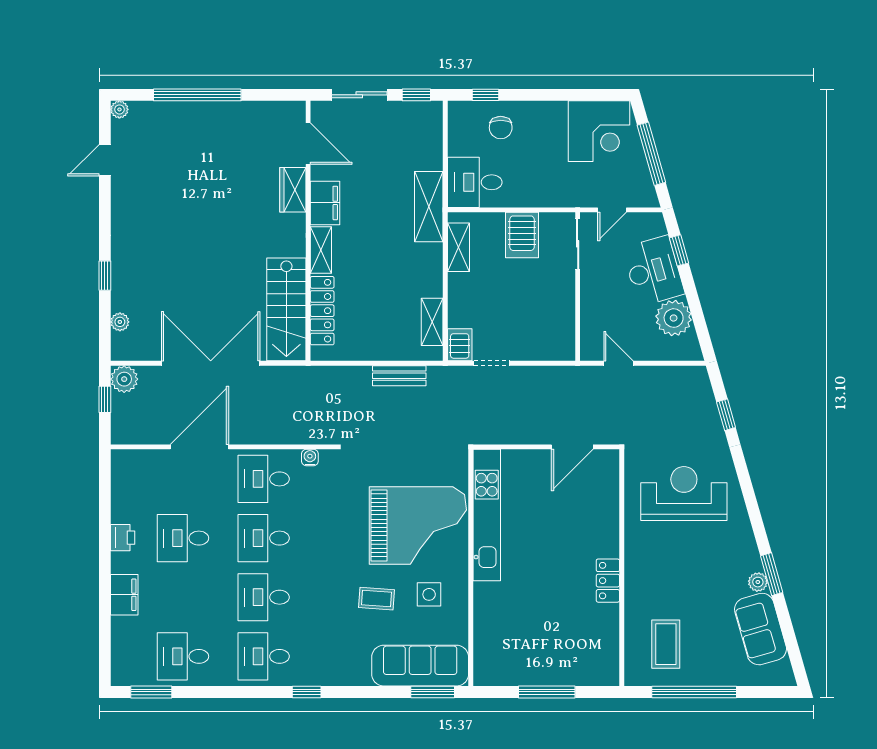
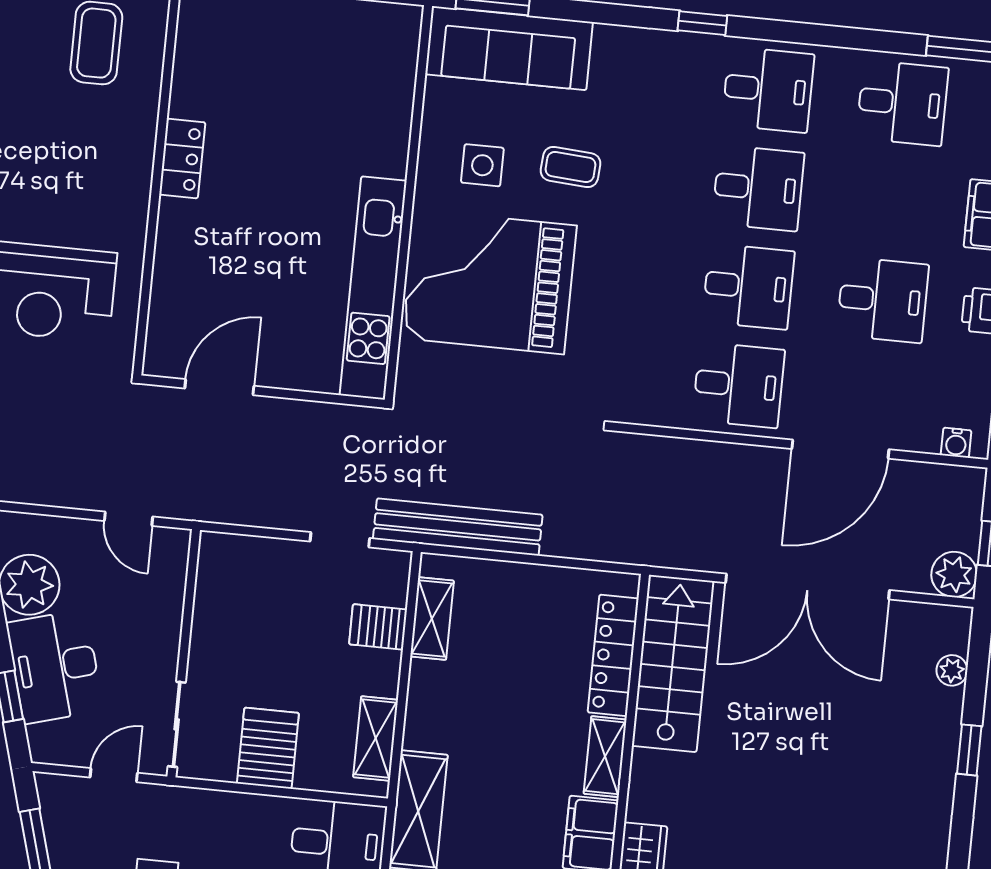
server rack: (460, 345) -> (378, 627), moved, turned 90
bench: (399, 376) -> (458, 527), width x1.86, depth x1.21
water cooler: (310, 457) -> (956, 443), moved

